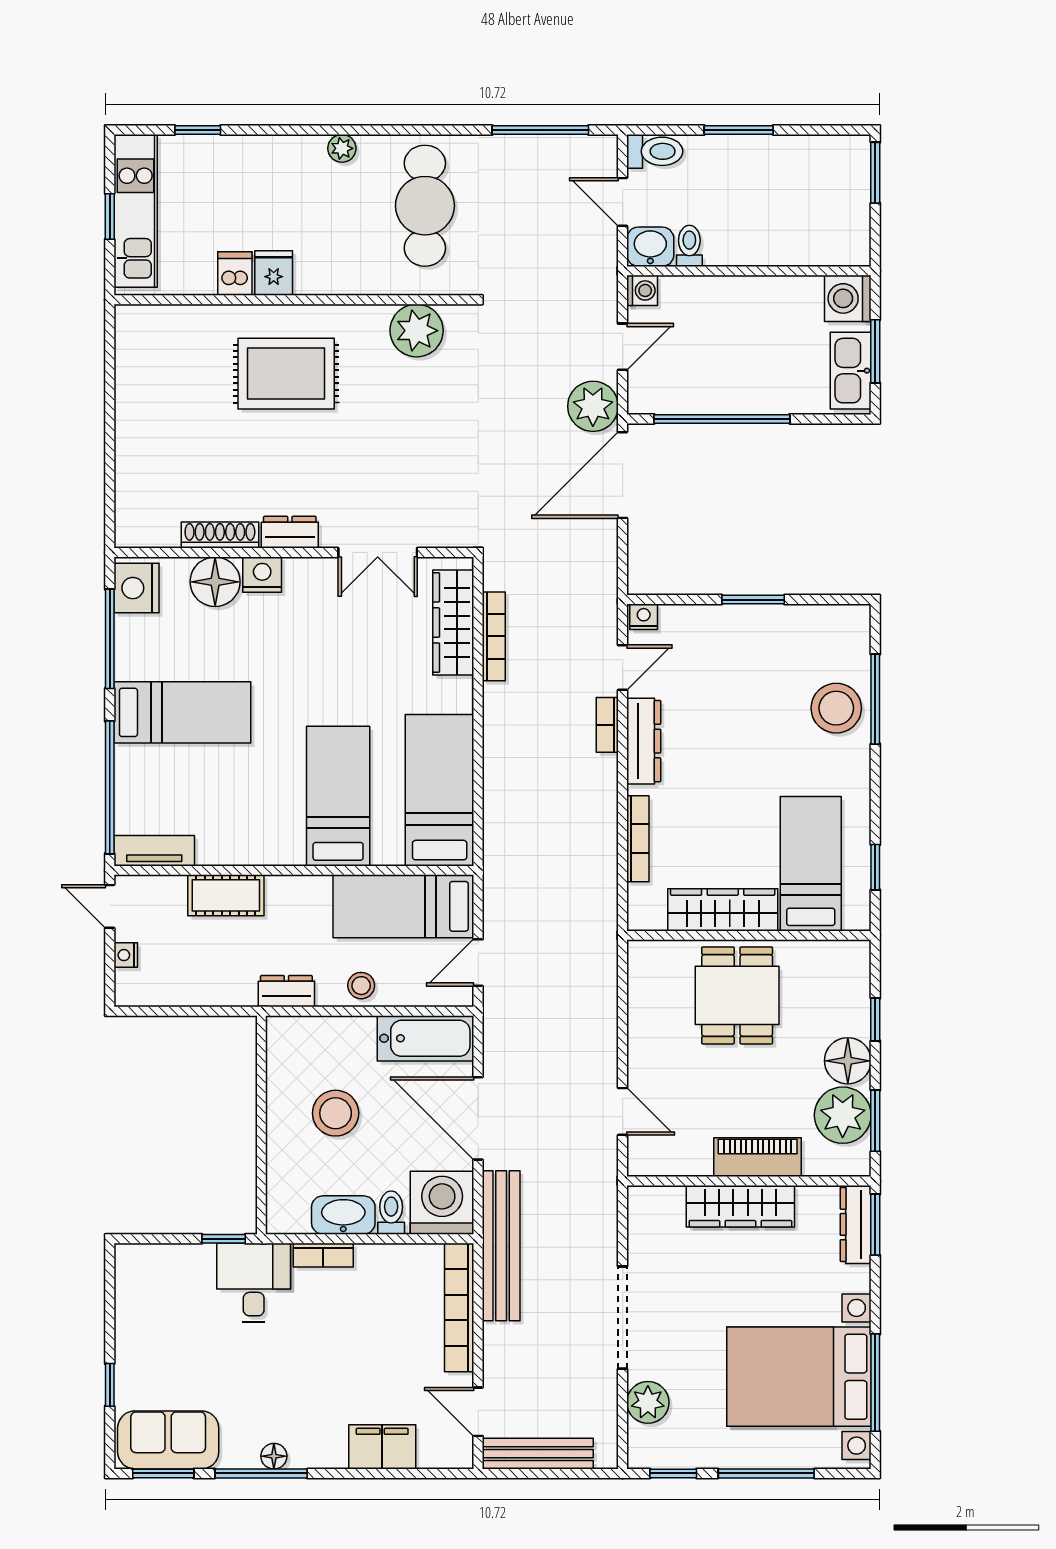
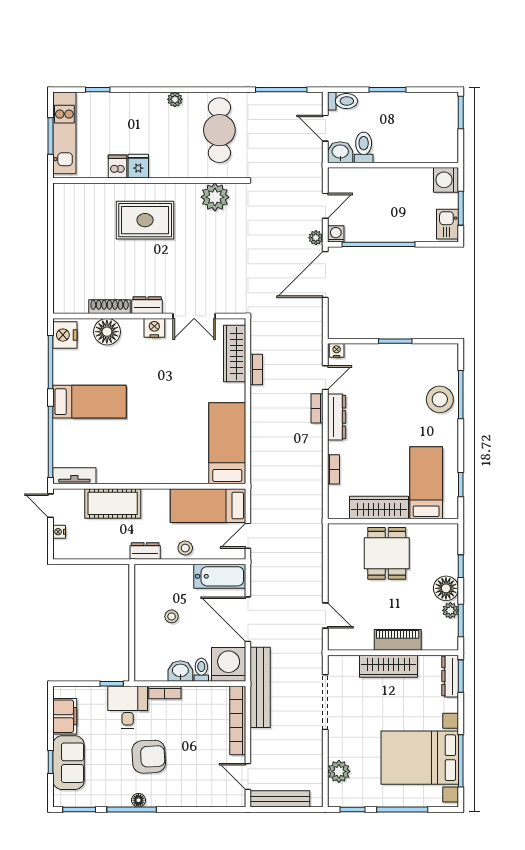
window: (110, 216) -> (51, 136), width x1.50
toilet: (689, 246) -> (364, 147), width x1.37, depth x1.39
washing machine: (642, 290) -> (336, 234), moved, turned -90
kitchen sink: (851, 371) -> (448, 224), width x0.73
plant: (593, 406) -> (316, 238), width x0.53, depth x0.53
nightstand: (262, 575) -> (154, 328), moved
bookcase: (494, 636) -> (256, 370), width x0.64
bed: (338, 796) -> (173, 447), removed
bookcase: (638, 839) -> (334, 469), width x0.64
cot: (226, 895) -> (113, 503), width x1.37, depth x1.34
stool: (336, 1113) -> (172, 616), width x0.53, depth x0.53
plant: (843, 1115) -> (450, 610), width x0.53, depth x0.53
washbasin: (343, 1215) -> (180, 671), width x0.72
doorway: (623, 1318) -> (325, 702), moved
armchair: (293, 1375) -> (149, 757), added
sofa: (168, 1440) -> (68, 763), moved, turned 90
filing cabinet: (382, 1447) -> (65, 716), moved, turned 90

